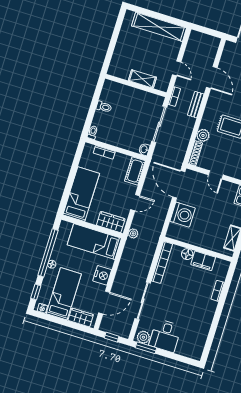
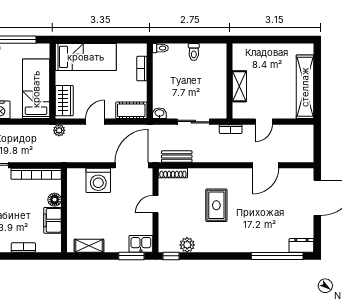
bench: (196, 105) -> (177, 156), moved
sliding door: (159, 124) -> (193, 122), width x0.73
plant: (203, 135) -> (196, 176), removed
door: (135, 203) -> (95, 122), swing flipped

